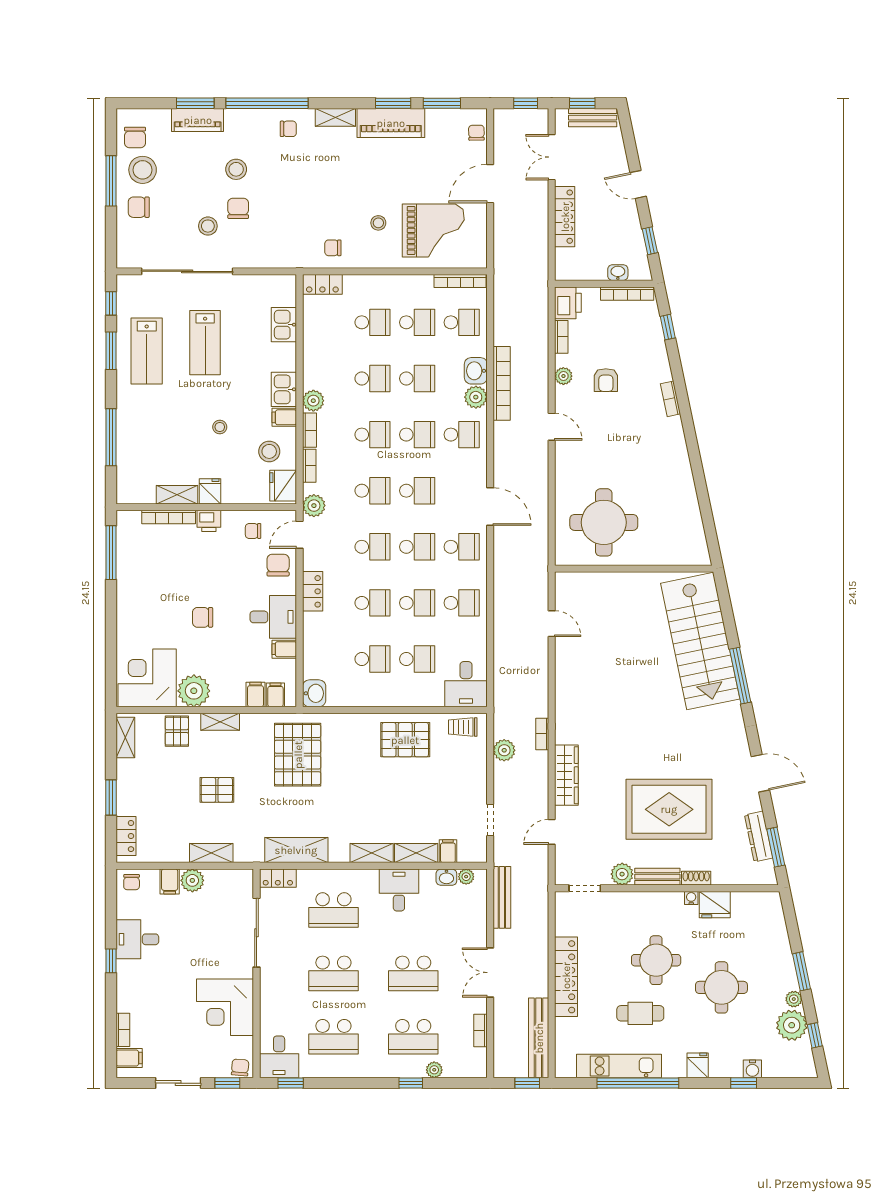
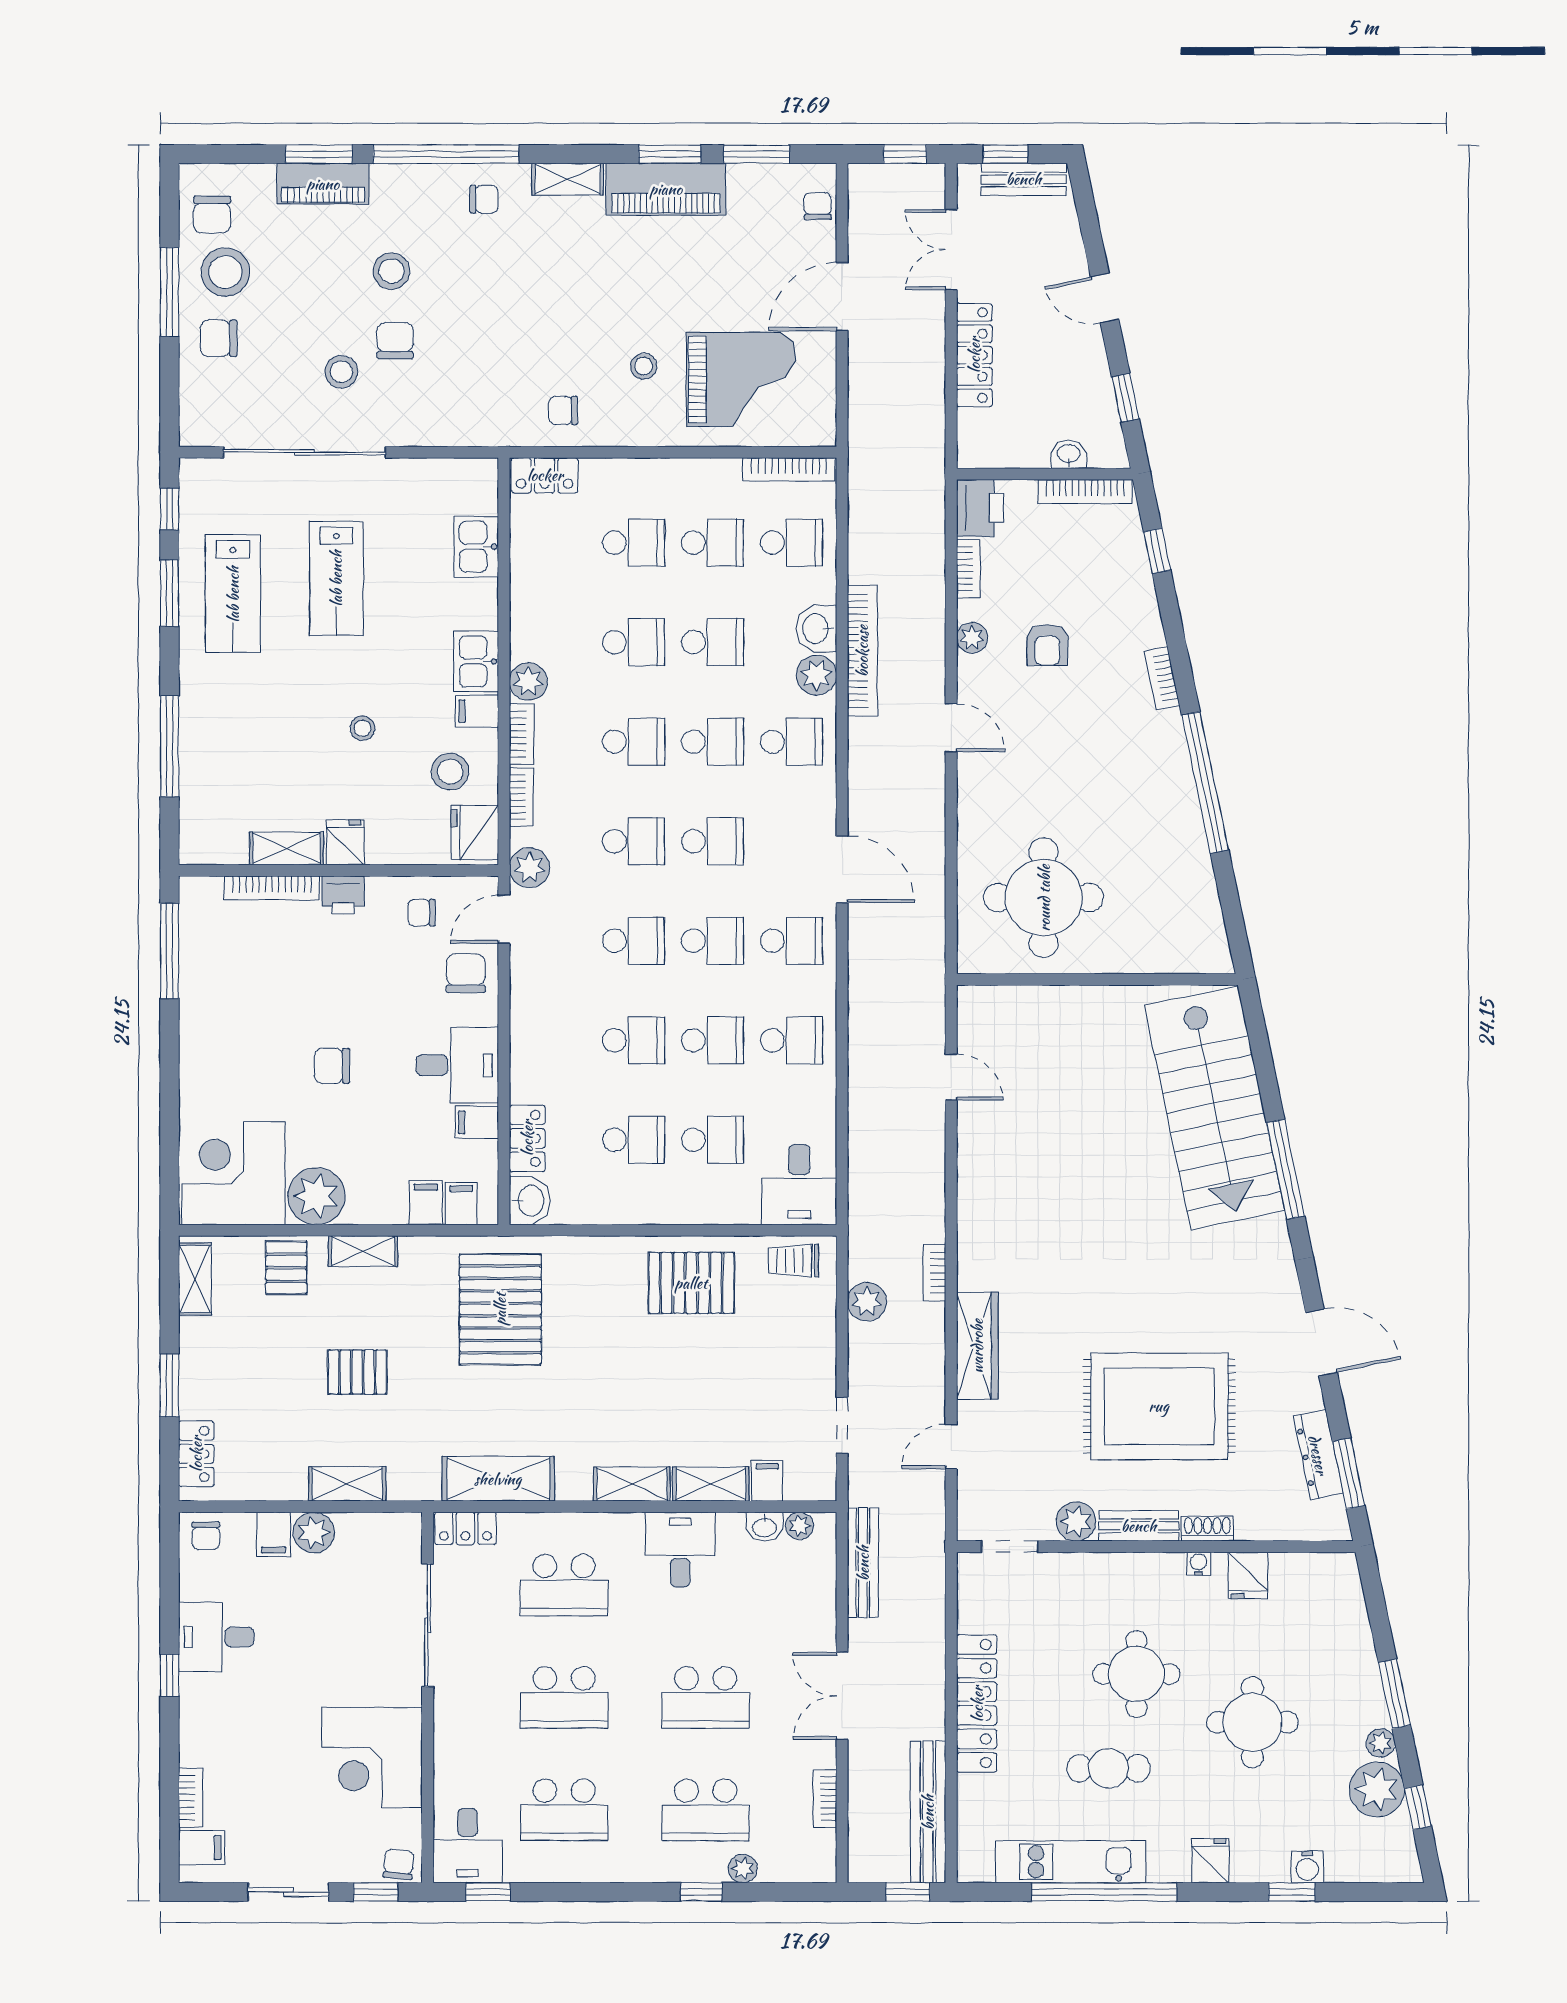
window: (695, 458) -> (1205, 783), added
locker: (313, 591) -> (527, 1138), moved
fridge: (715, 905) -> (1248, 1575), width x0.72

